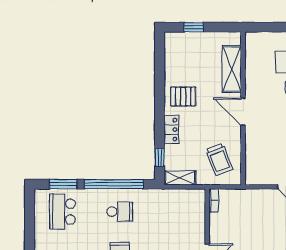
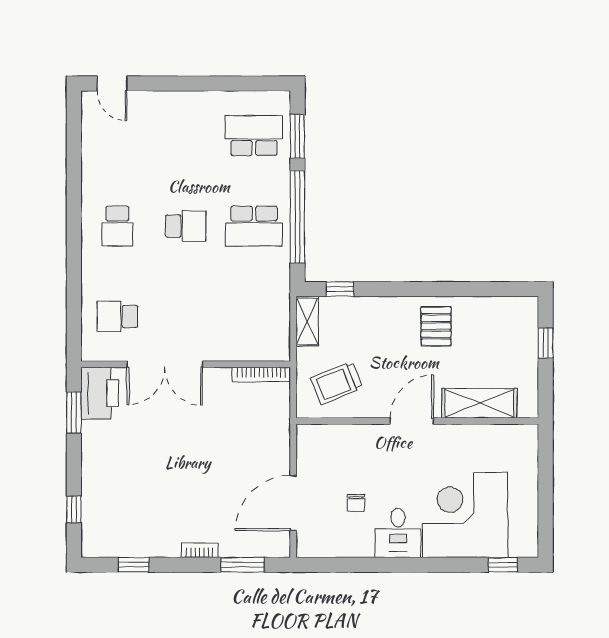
locker: (171, 130) -> (384, 308), removed
bookcase: (214, 200) -> (261, 375), width x1.56
school desk: (120, 212) -> (254, 226), width x1.85

